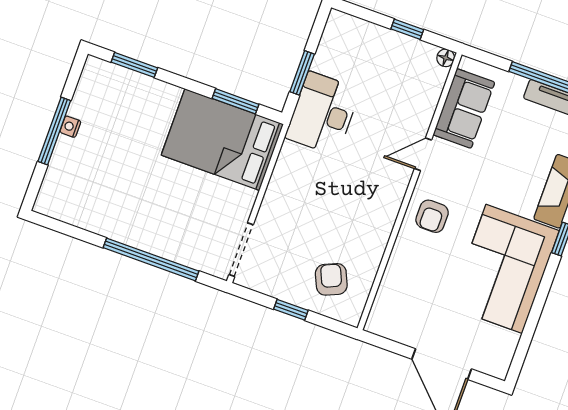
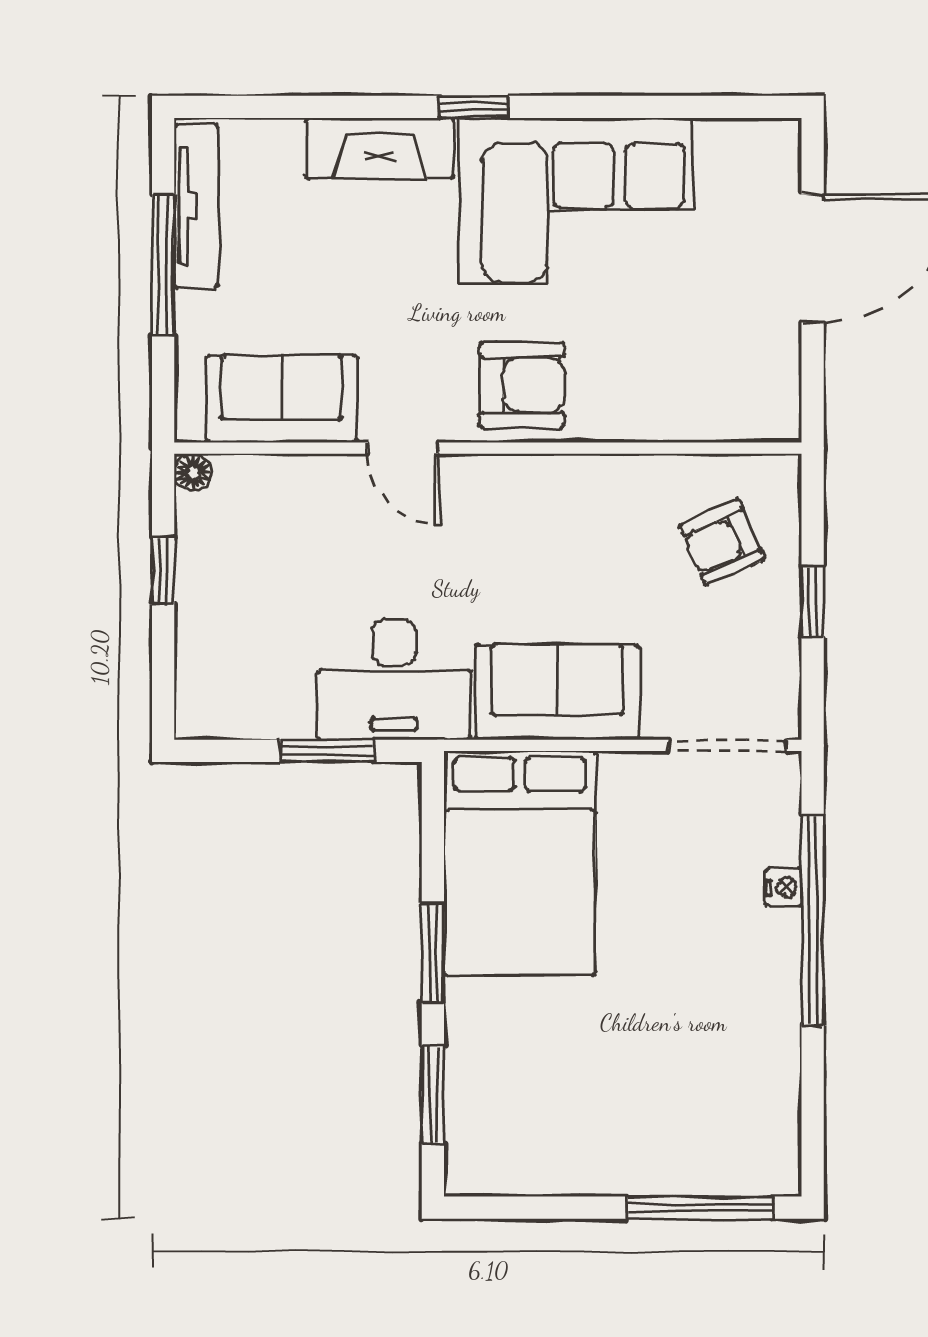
window: (236, 101) -> (433, 953), moved
nightstand: (70, 127) -> (784, 887), moved, turned -90
window: (54, 131) -> (700, 1208), moved
sofa: (291, 183) -> (557, 692), added
armchair: (432, 216) -> (522, 385), width x1.38, depth x1.38

